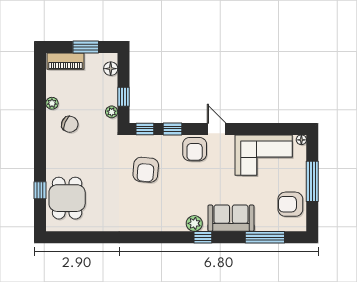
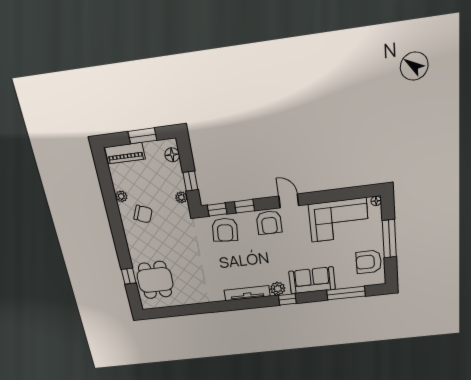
armchair: (146, 170) -> (225, 230), moved
tv unit: (161, 225) -> (247, 293), added

